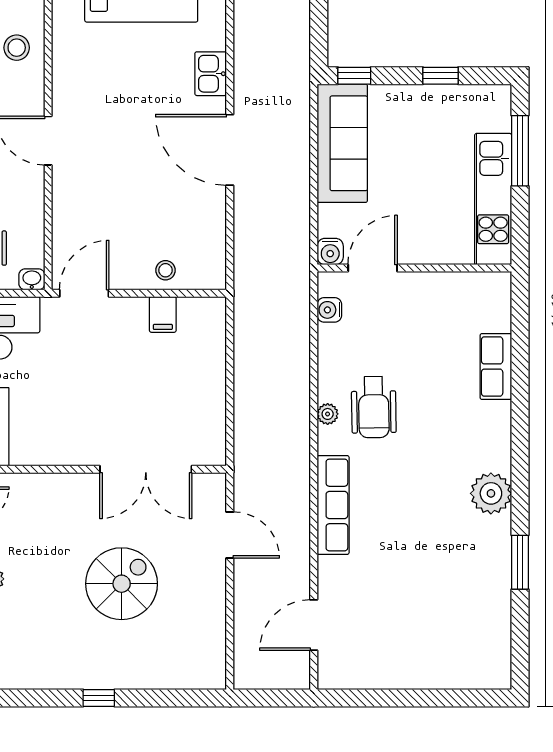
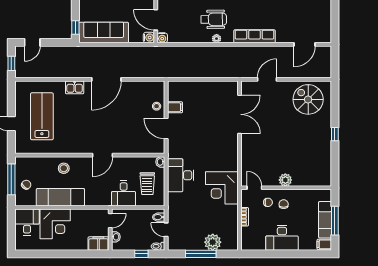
door: (84, 293) -> (166, 129), moved
water cooler: (329, 310) -> (162, 38), moved
spiral stairs: (122, 584) -> (308, 99), moved
door: (314, 625) -> (305, 44), hinge flipped

